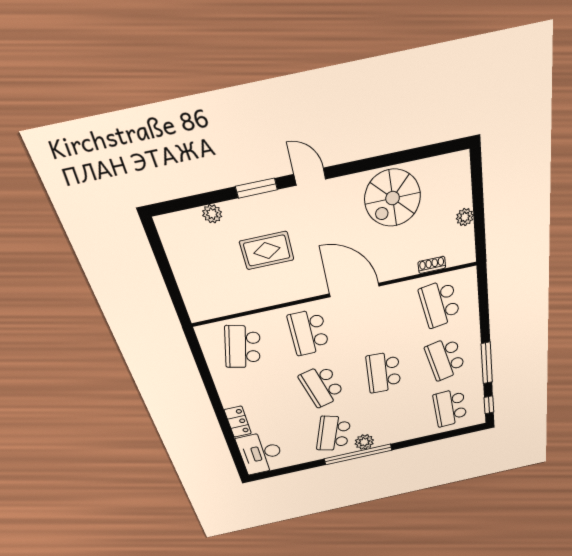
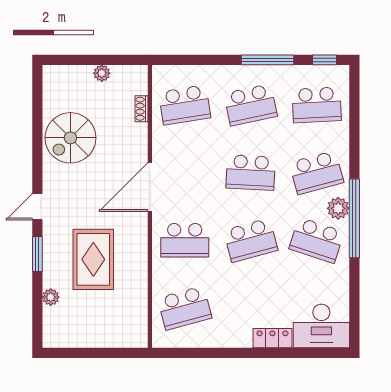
spiral stairs: (393, 198) -> (70, 138), turned 90
rug: (267, 251) -> (93, 259), width x1.36, depth x1.43
school desk: (243, 347) -> (185, 308), turned -30
school desk: (392, 421) -> (317, 173), added

